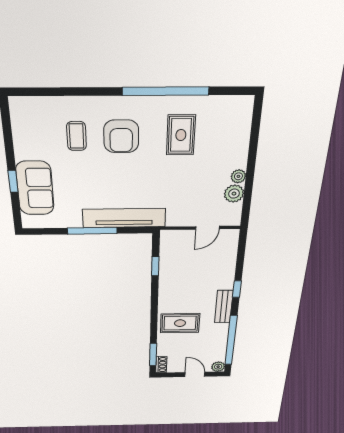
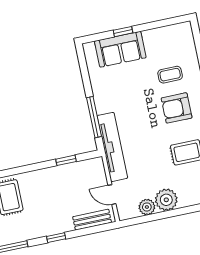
plant: (238, 176) -> (166, 200), width x1.88, depth x1.88
tv unit: (124, 218) -> (112, 147), moved
window: (92, 231) -> (94, 117), moved
bench: (224, 307) -> (92, 220), moved

